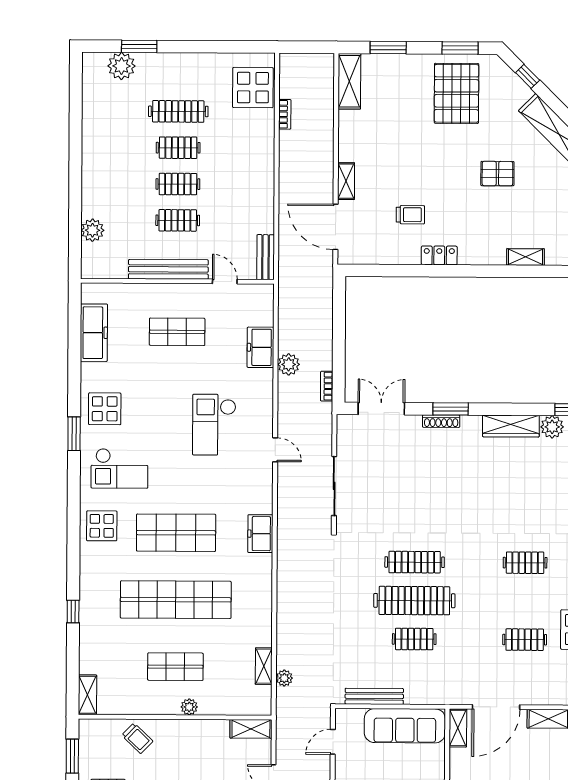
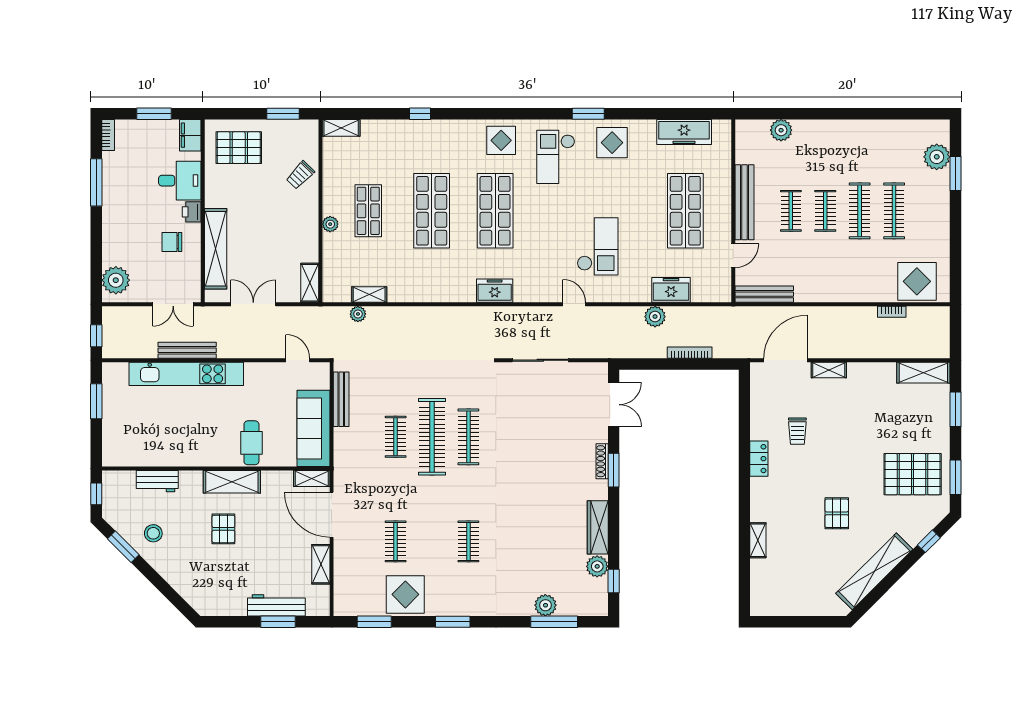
clothes rail: (178, 148) -> (860, 211), width x1.36
bench: (266, 257) -> (764, 294), width x1.36
shop shelf: (177, 332) -> (685, 211), width x1.43, depth x1.36
bookcase: (327, 386) -> (690, 353), moved, width x1.56
checkout: (214, 425) -> (598, 246), turned 90
door: (275, 450) -> (574, 304), swing flipped
shop shelf: (176, 600) -> (432, 211), width x0.71

